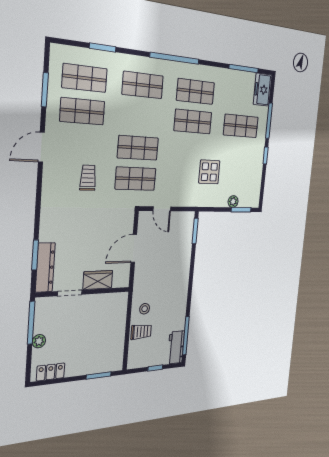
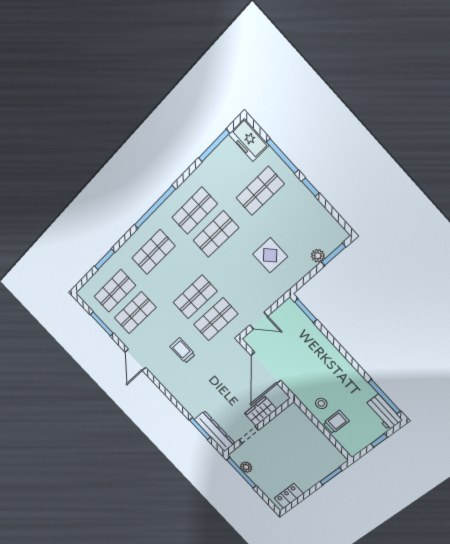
door: (134, 248) -> (266, 368), width x1.36
plant: (39, 341) -> (246, 467), moved

